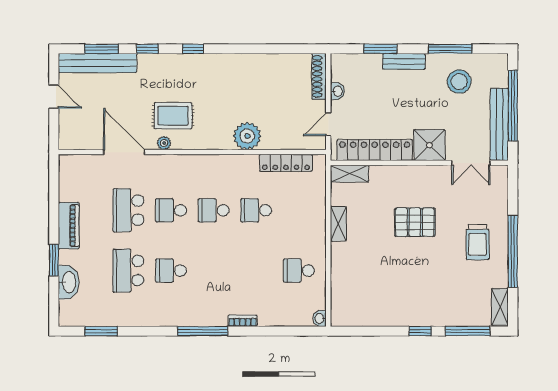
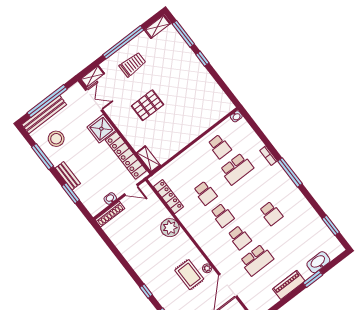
bench: (499, 124) -> (44, 115), moved
pallet: (415, 222) -> (148, 105), turned 90
shelving: (338, 224) -> (92, 77), moved
school desk: (128, 271) -> (237, 169), moved

